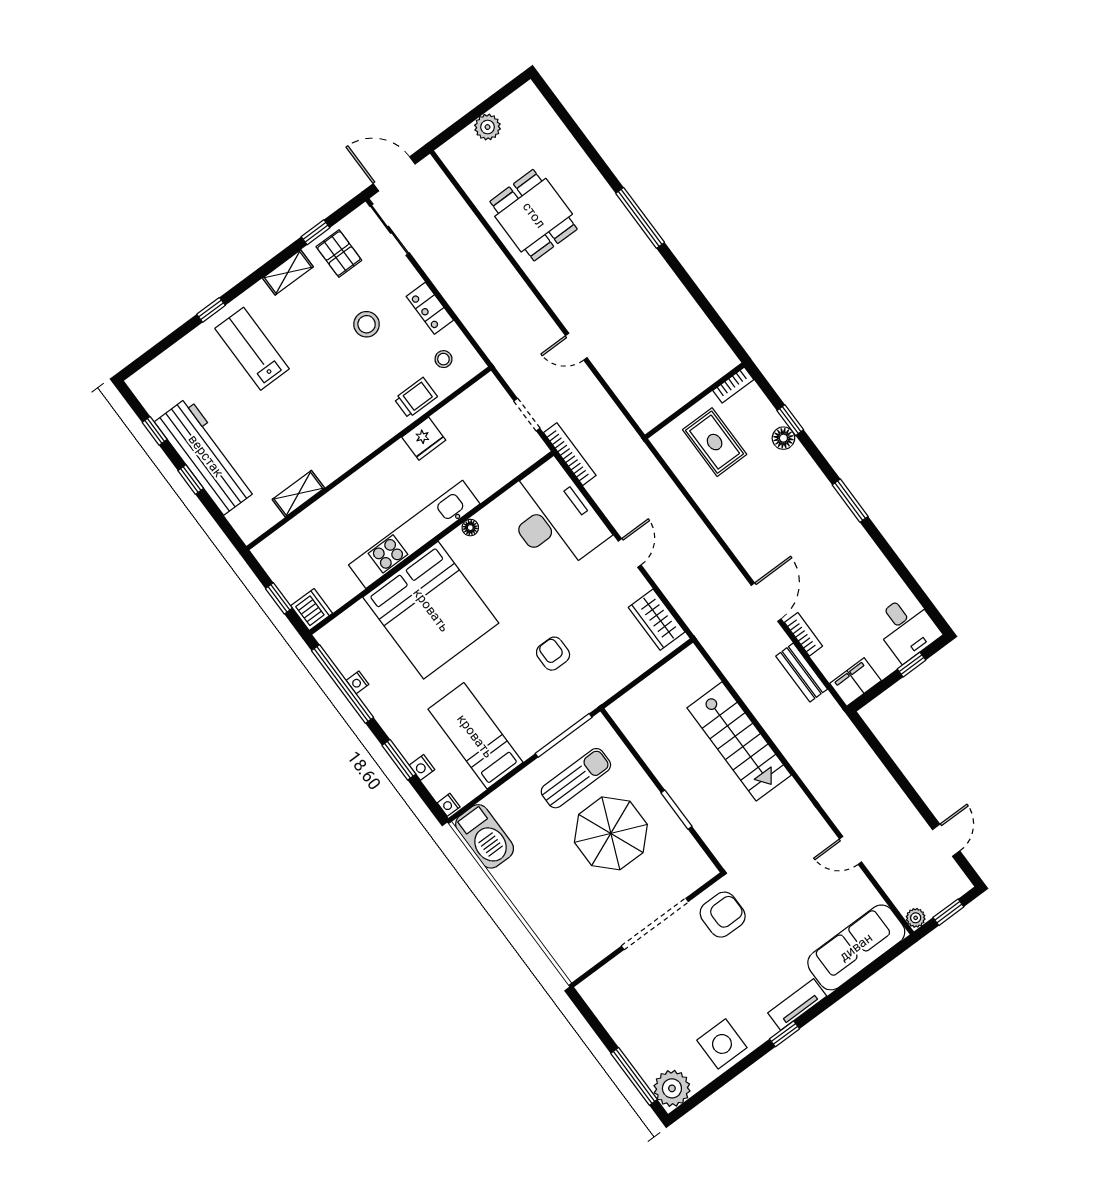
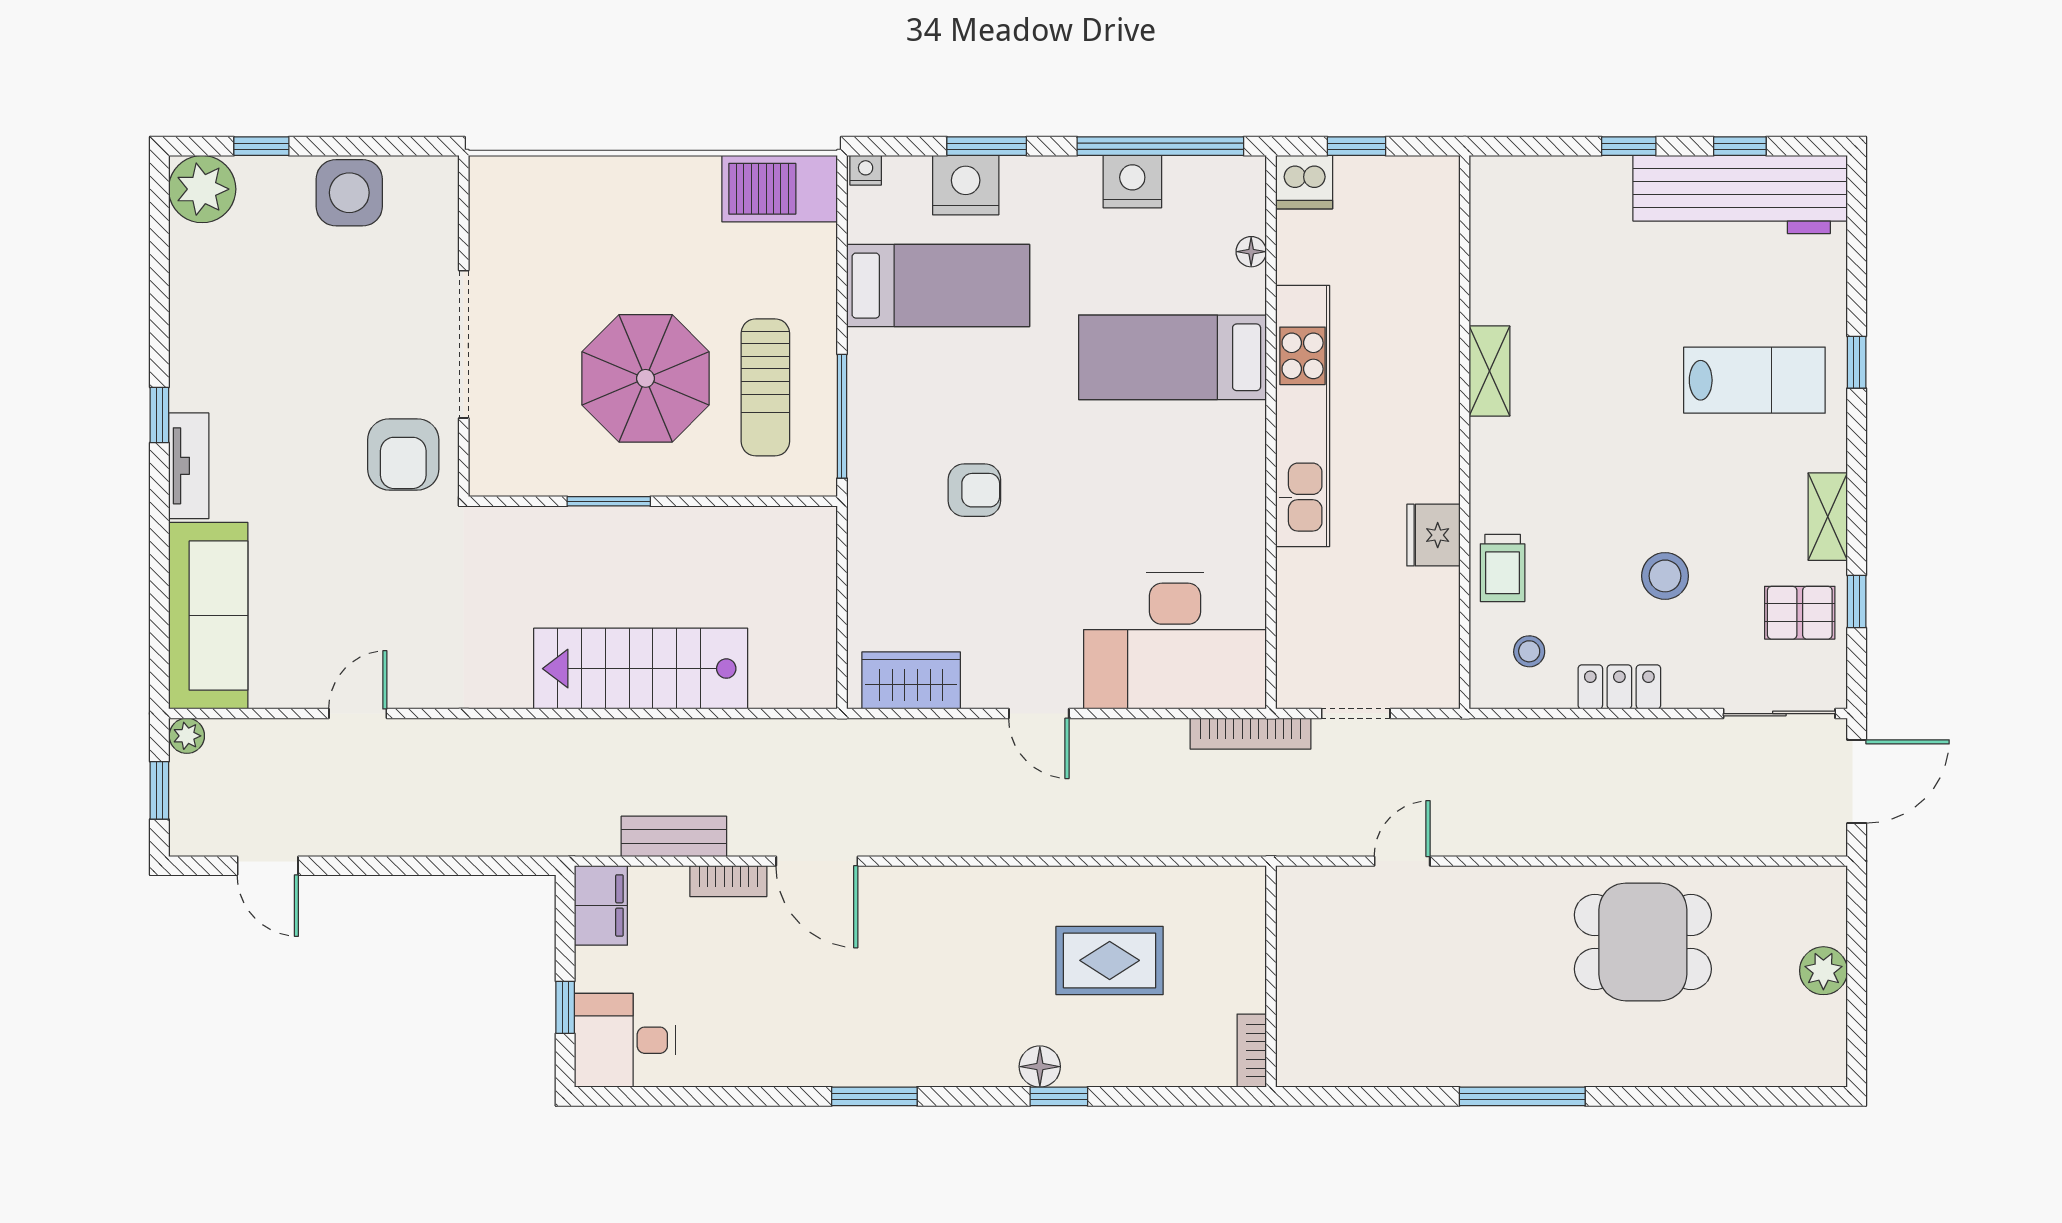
bookcase: (733, 385) -> (1252, 1051), moved
wall: (695, 401) -> (1271, 976), moved
workbench: (206, 456) -> (1740, 195), moved
shelving: (298, 494) -> (1490, 371), moved
floor lamp: (470, 528) -> (1251, 252), moved
bed: (431, 610) -> (1172, 357), width x0.49
nightstand: (358, 682) -> (1132, 182), width x1.89, depth x1.79
nightstand: (422, 767) -> (966, 185), width x1.89, depth x1.79
side table: (722, 1044) -> (349, 193), moved
window: (634, 1076) -> (261, 146), width x0.46

